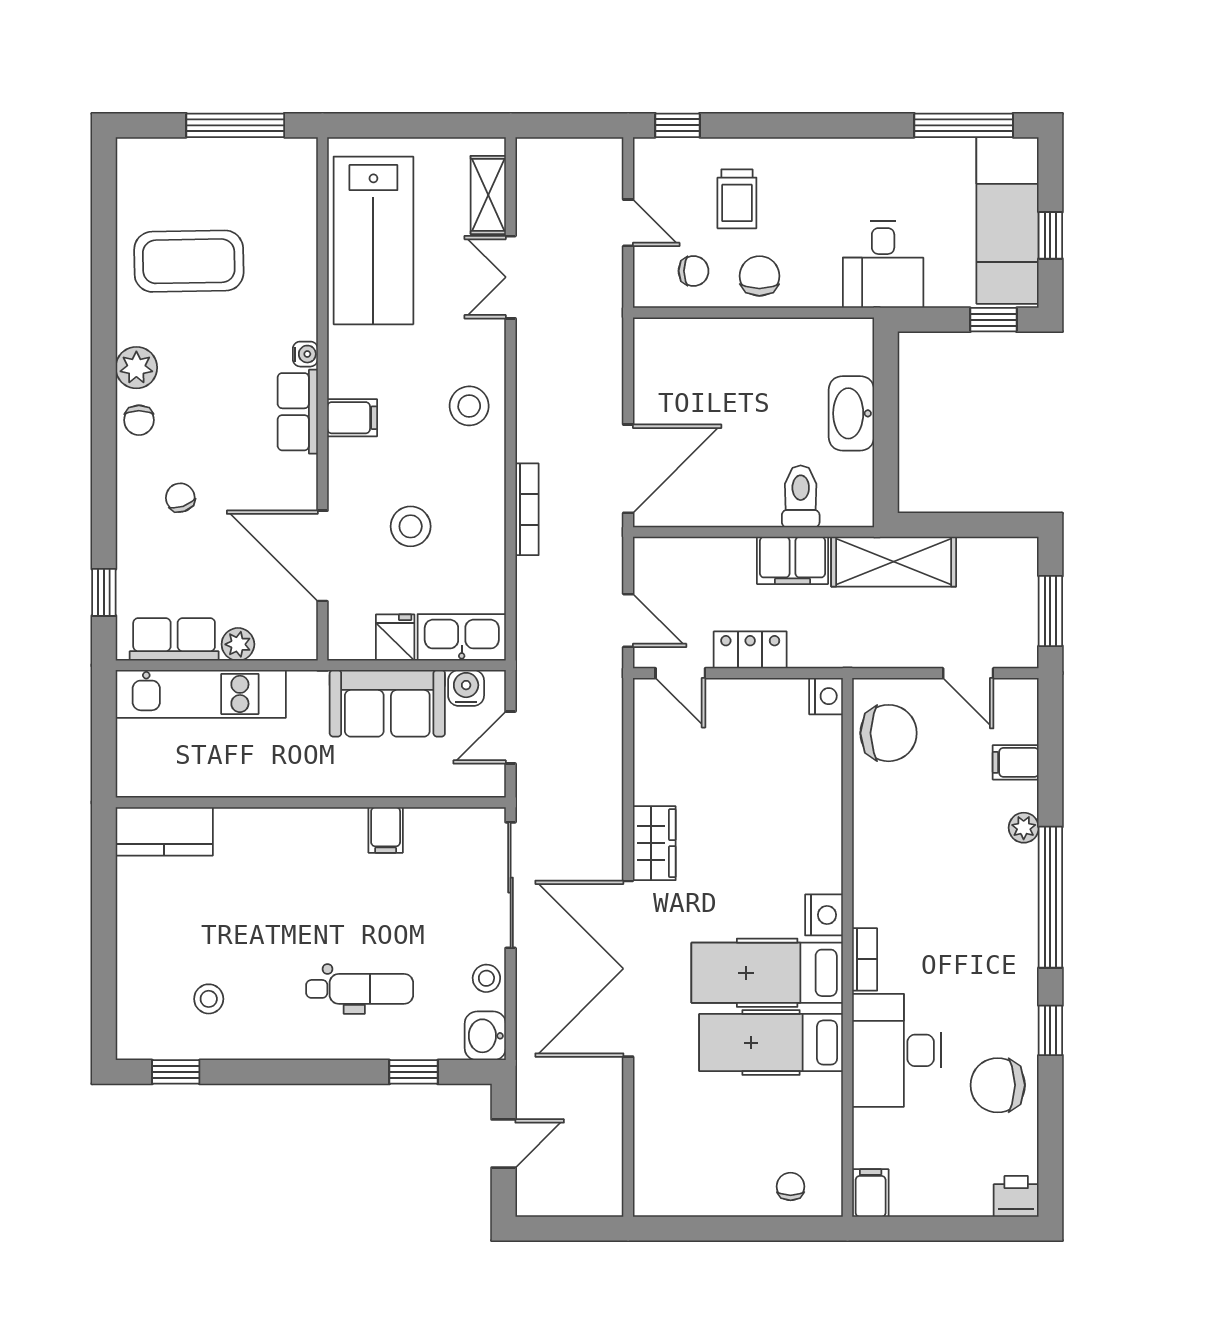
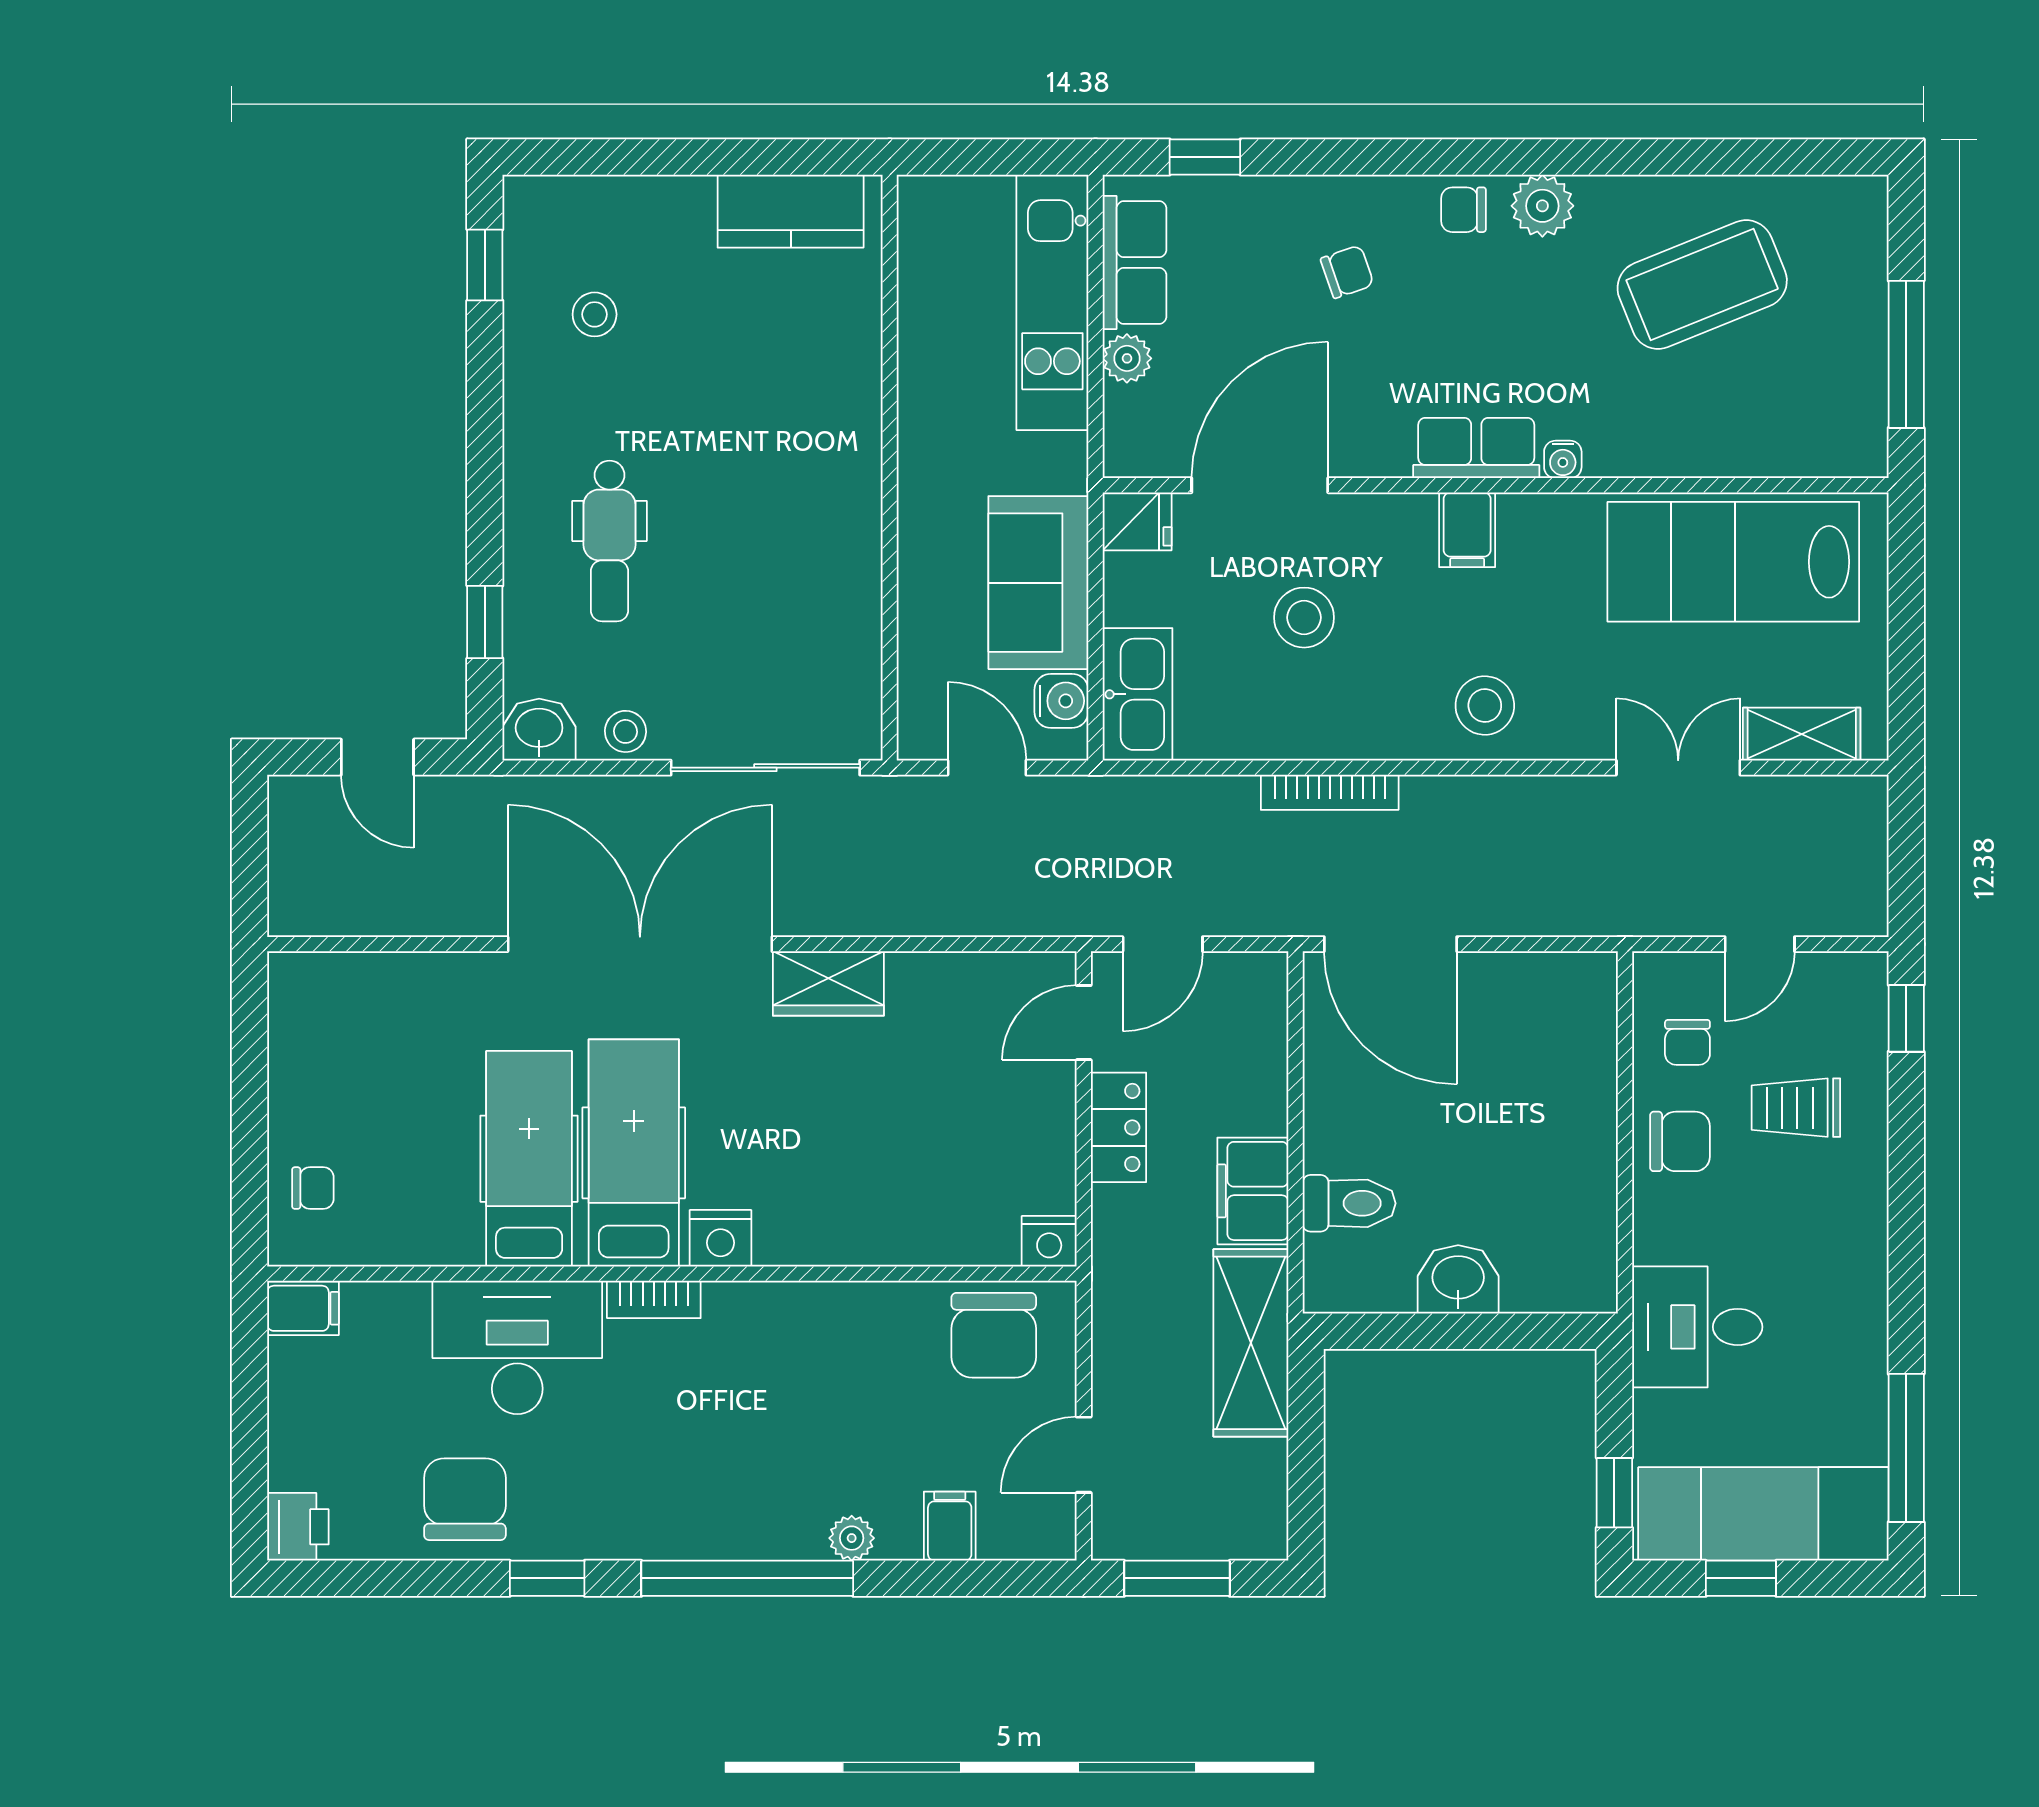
coffee table: (189, 261) -> (1702, 285), turned 69
washbasin: (851, 413) -> (1458, 1279), width x0.72
fridge: (395, 638) -> (1137, 521), moved
filing cabinet: (386, 830) -> (848, 580), removed
kitchen counter: (164, 831) -> (791, 211), moved, turned -90

